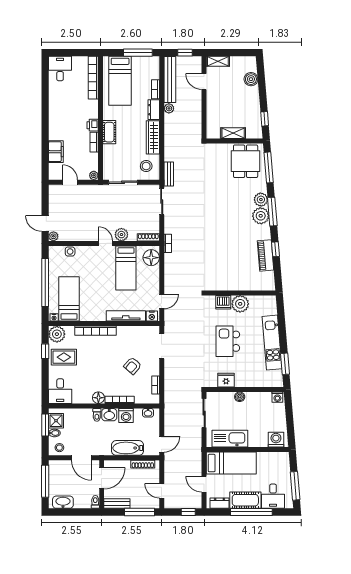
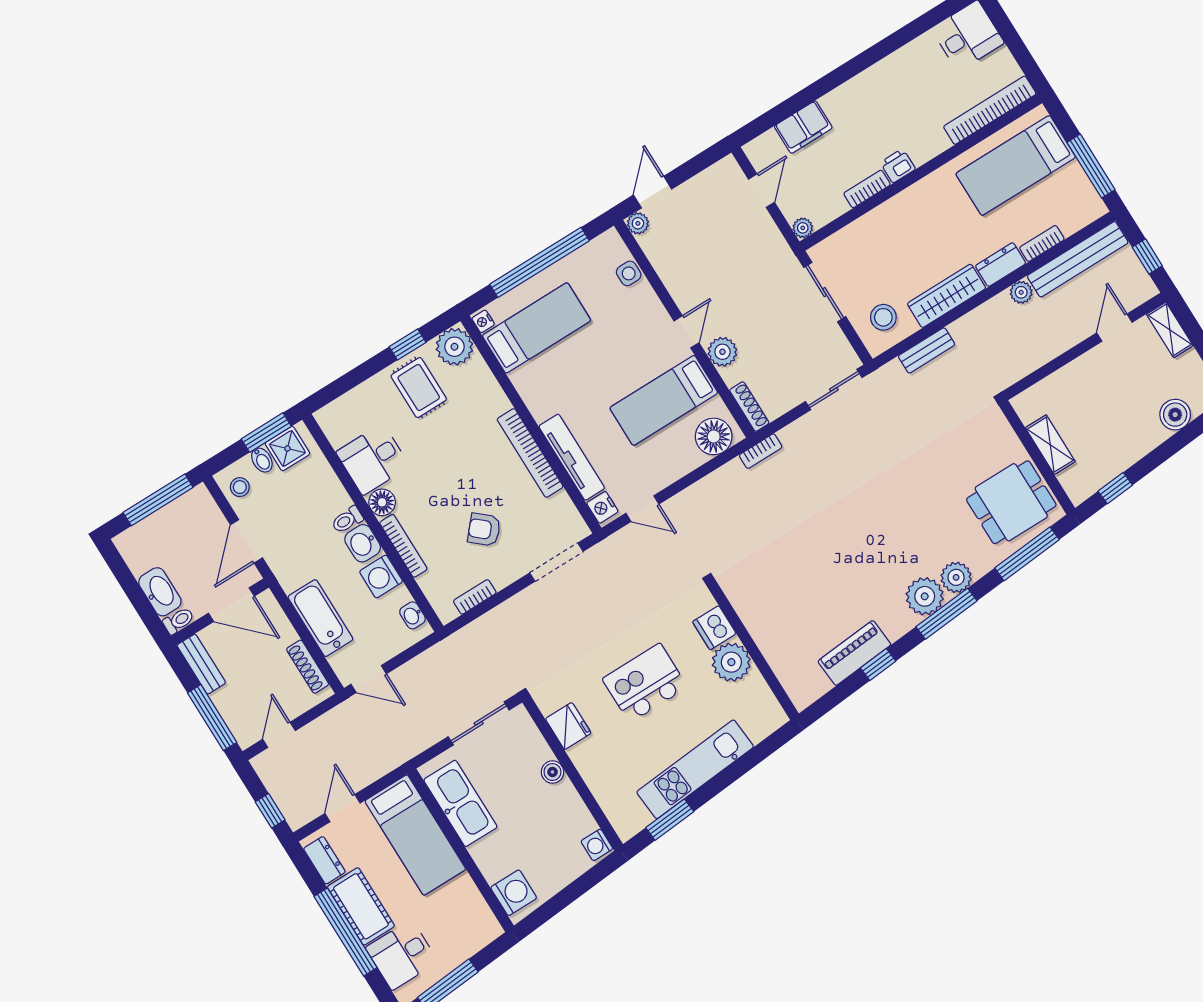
cot: (109, 132) -> (904, 206), removed
bench: (169, 174) -> (927, 350), moved
bookcase: (95, 331) -> (530, 453), moved
desk: (60, 391) -> (373, 459), moved
washbasin: (63, 502) -> (160, 592), moved

